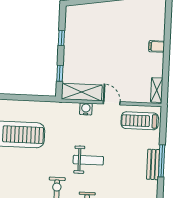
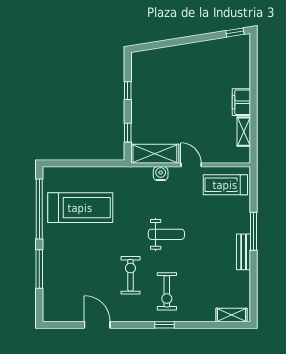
filing cabinet: (157, 46) -> (241, 102), width x2.00
shelving: (157, 90) -> (244, 132), moved
bench: (153, 164) -> (244, 252), moved

